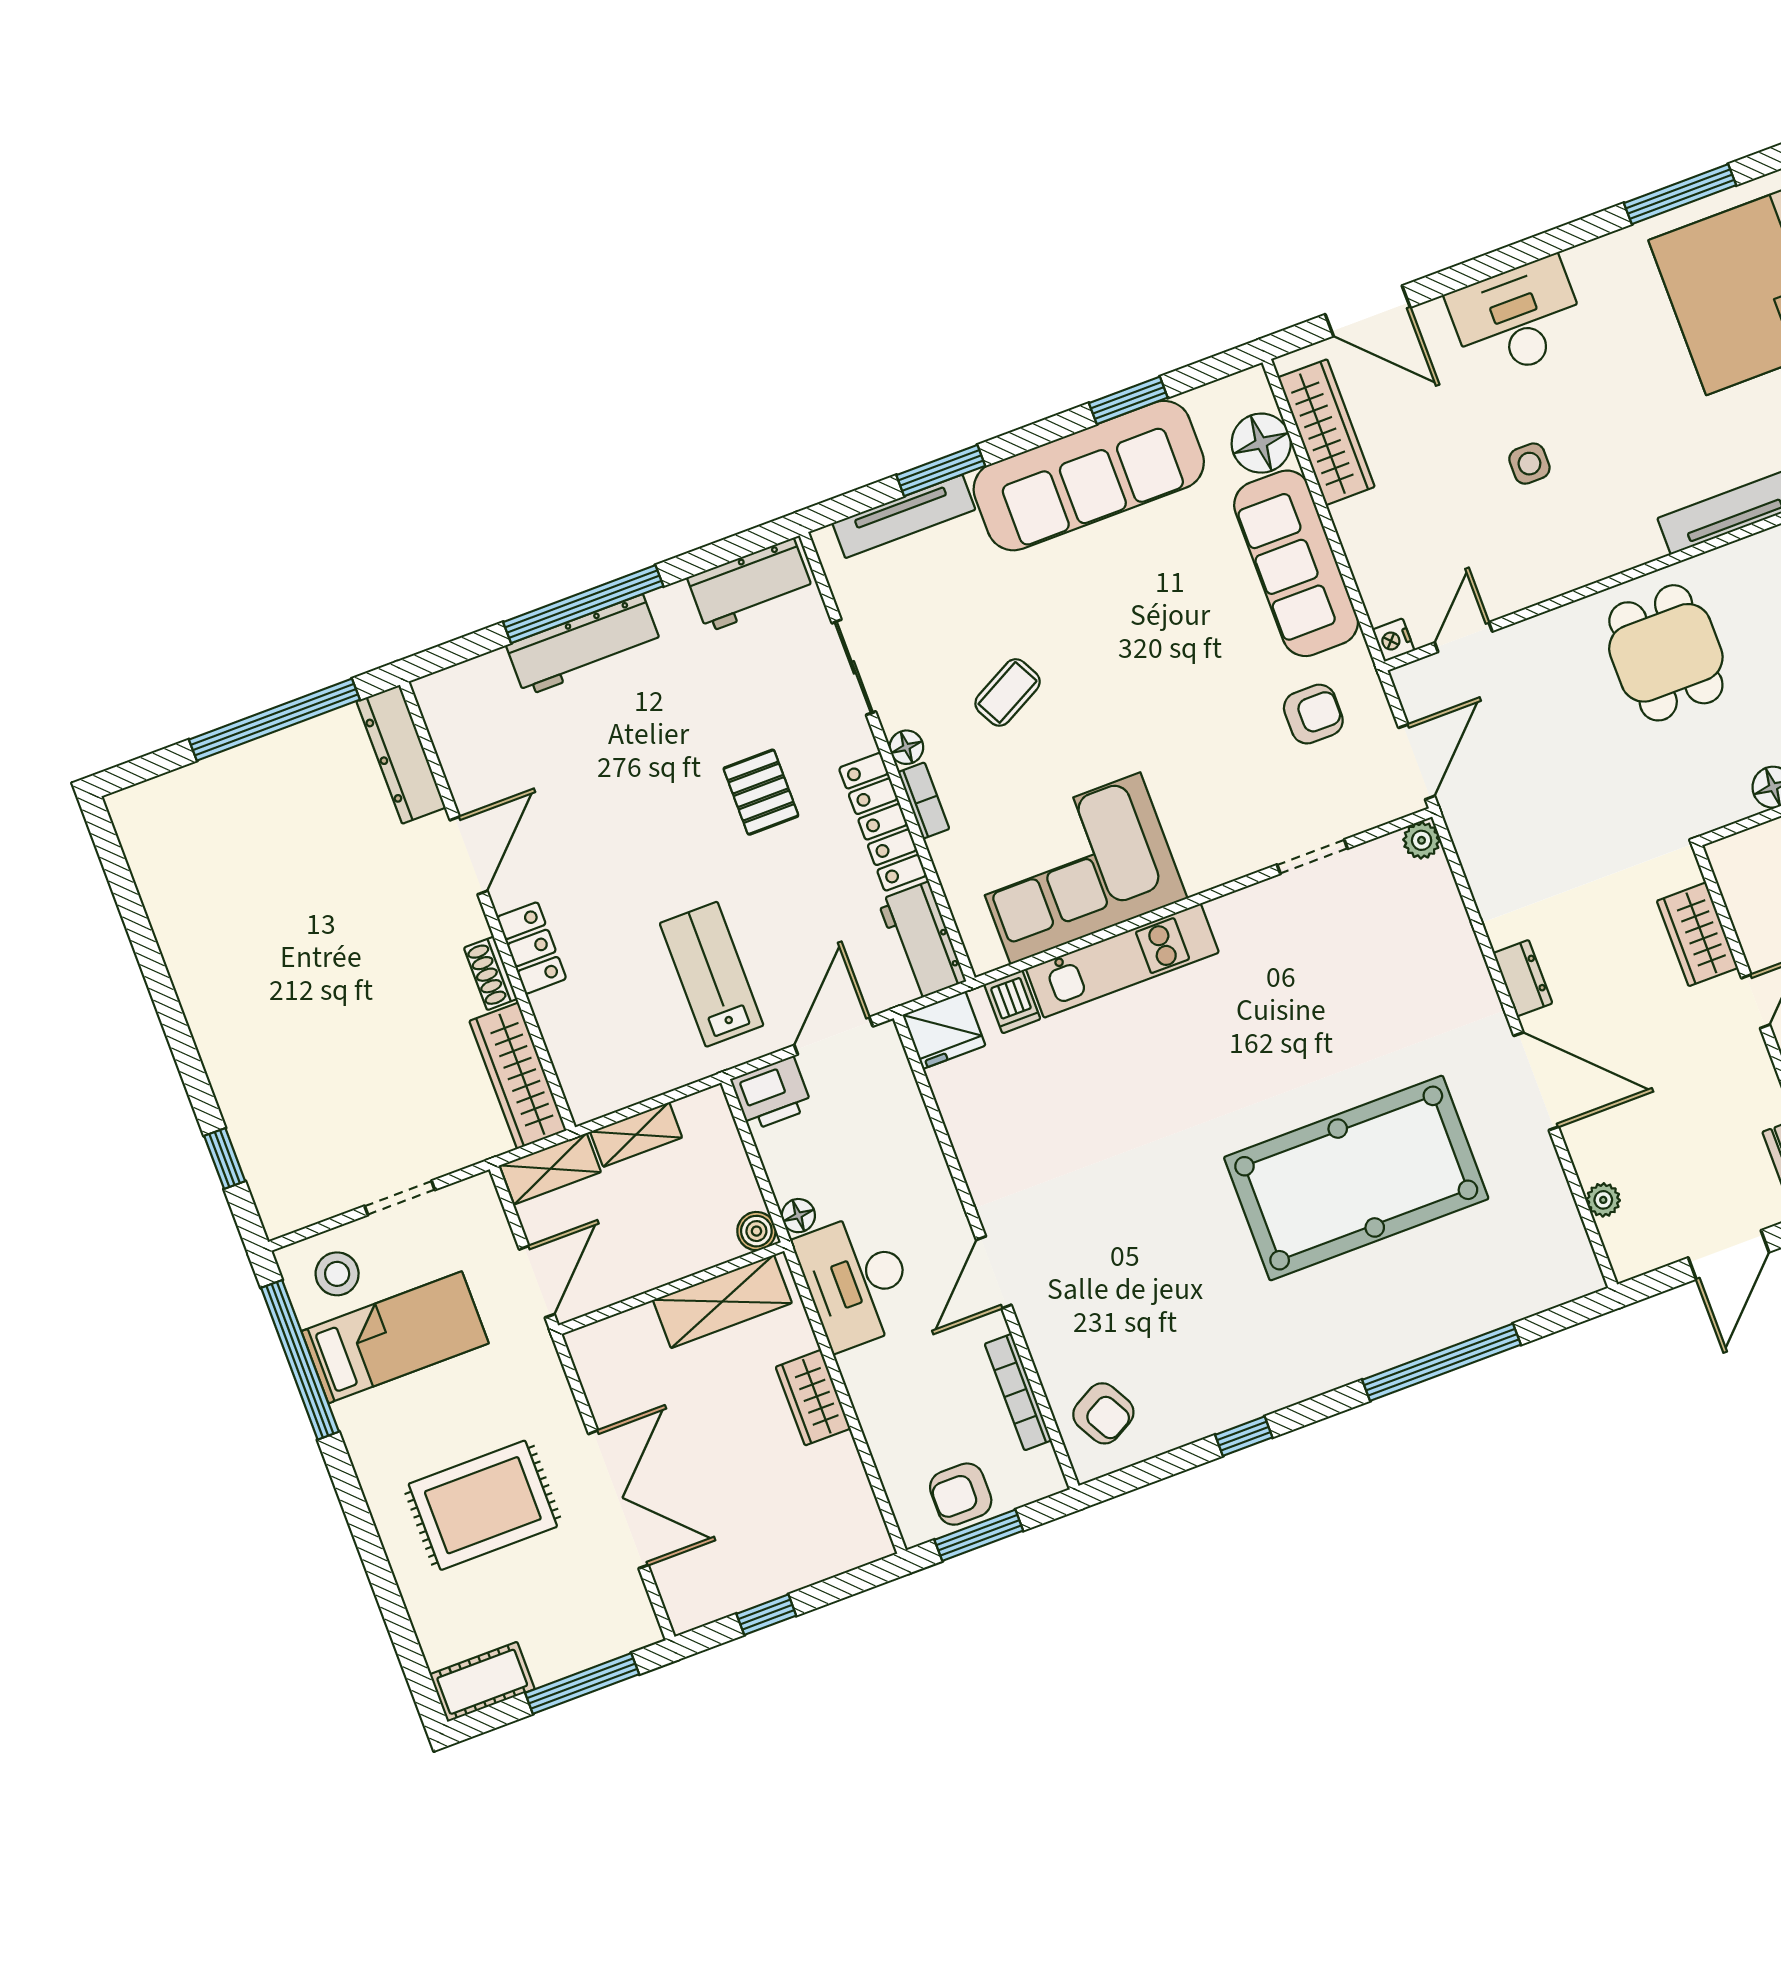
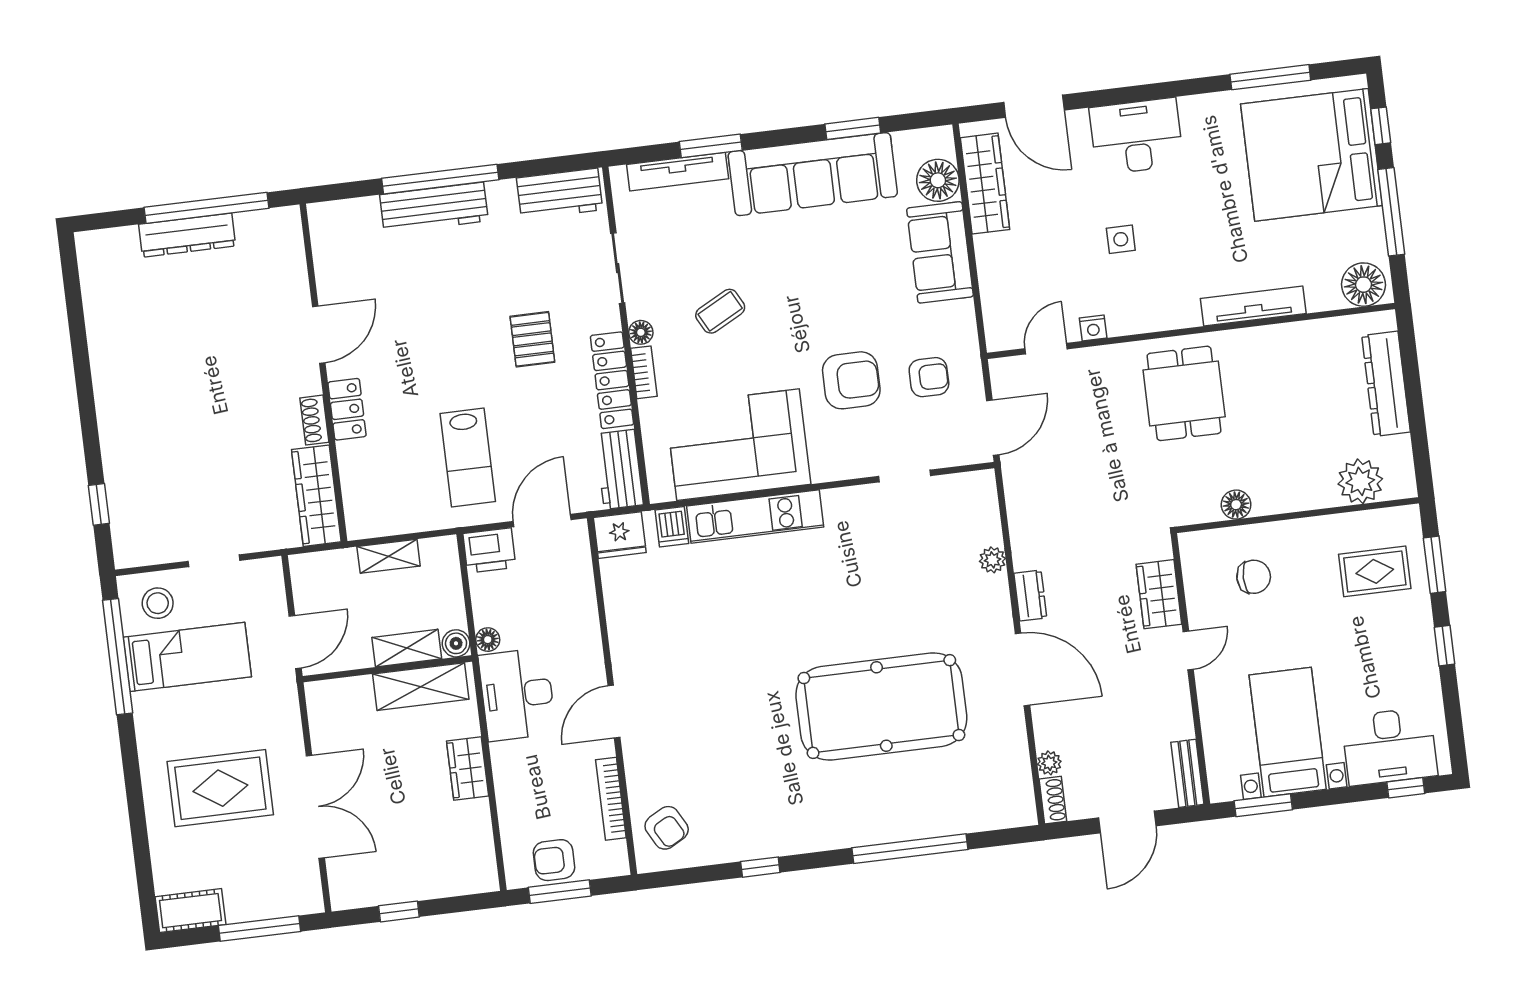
sofa: (1296, 563) -> (940, 252), width x0.73
nightstand: (1393, 640) -> (1093, 328), moved, turned -90
armchair: (1209, 744) -> (851, 380), added
dresser: (401, 754) -> (187, 235), moved, turned -90
plant: (1422, 840) -> (993, 560), moved
lab bench: (712, 974) -> (468, 457), turned 180
shelving: (550, 1169) -> (407, 648), moved
shoe rack: (1620, 1249) -> (1053, 800), added

